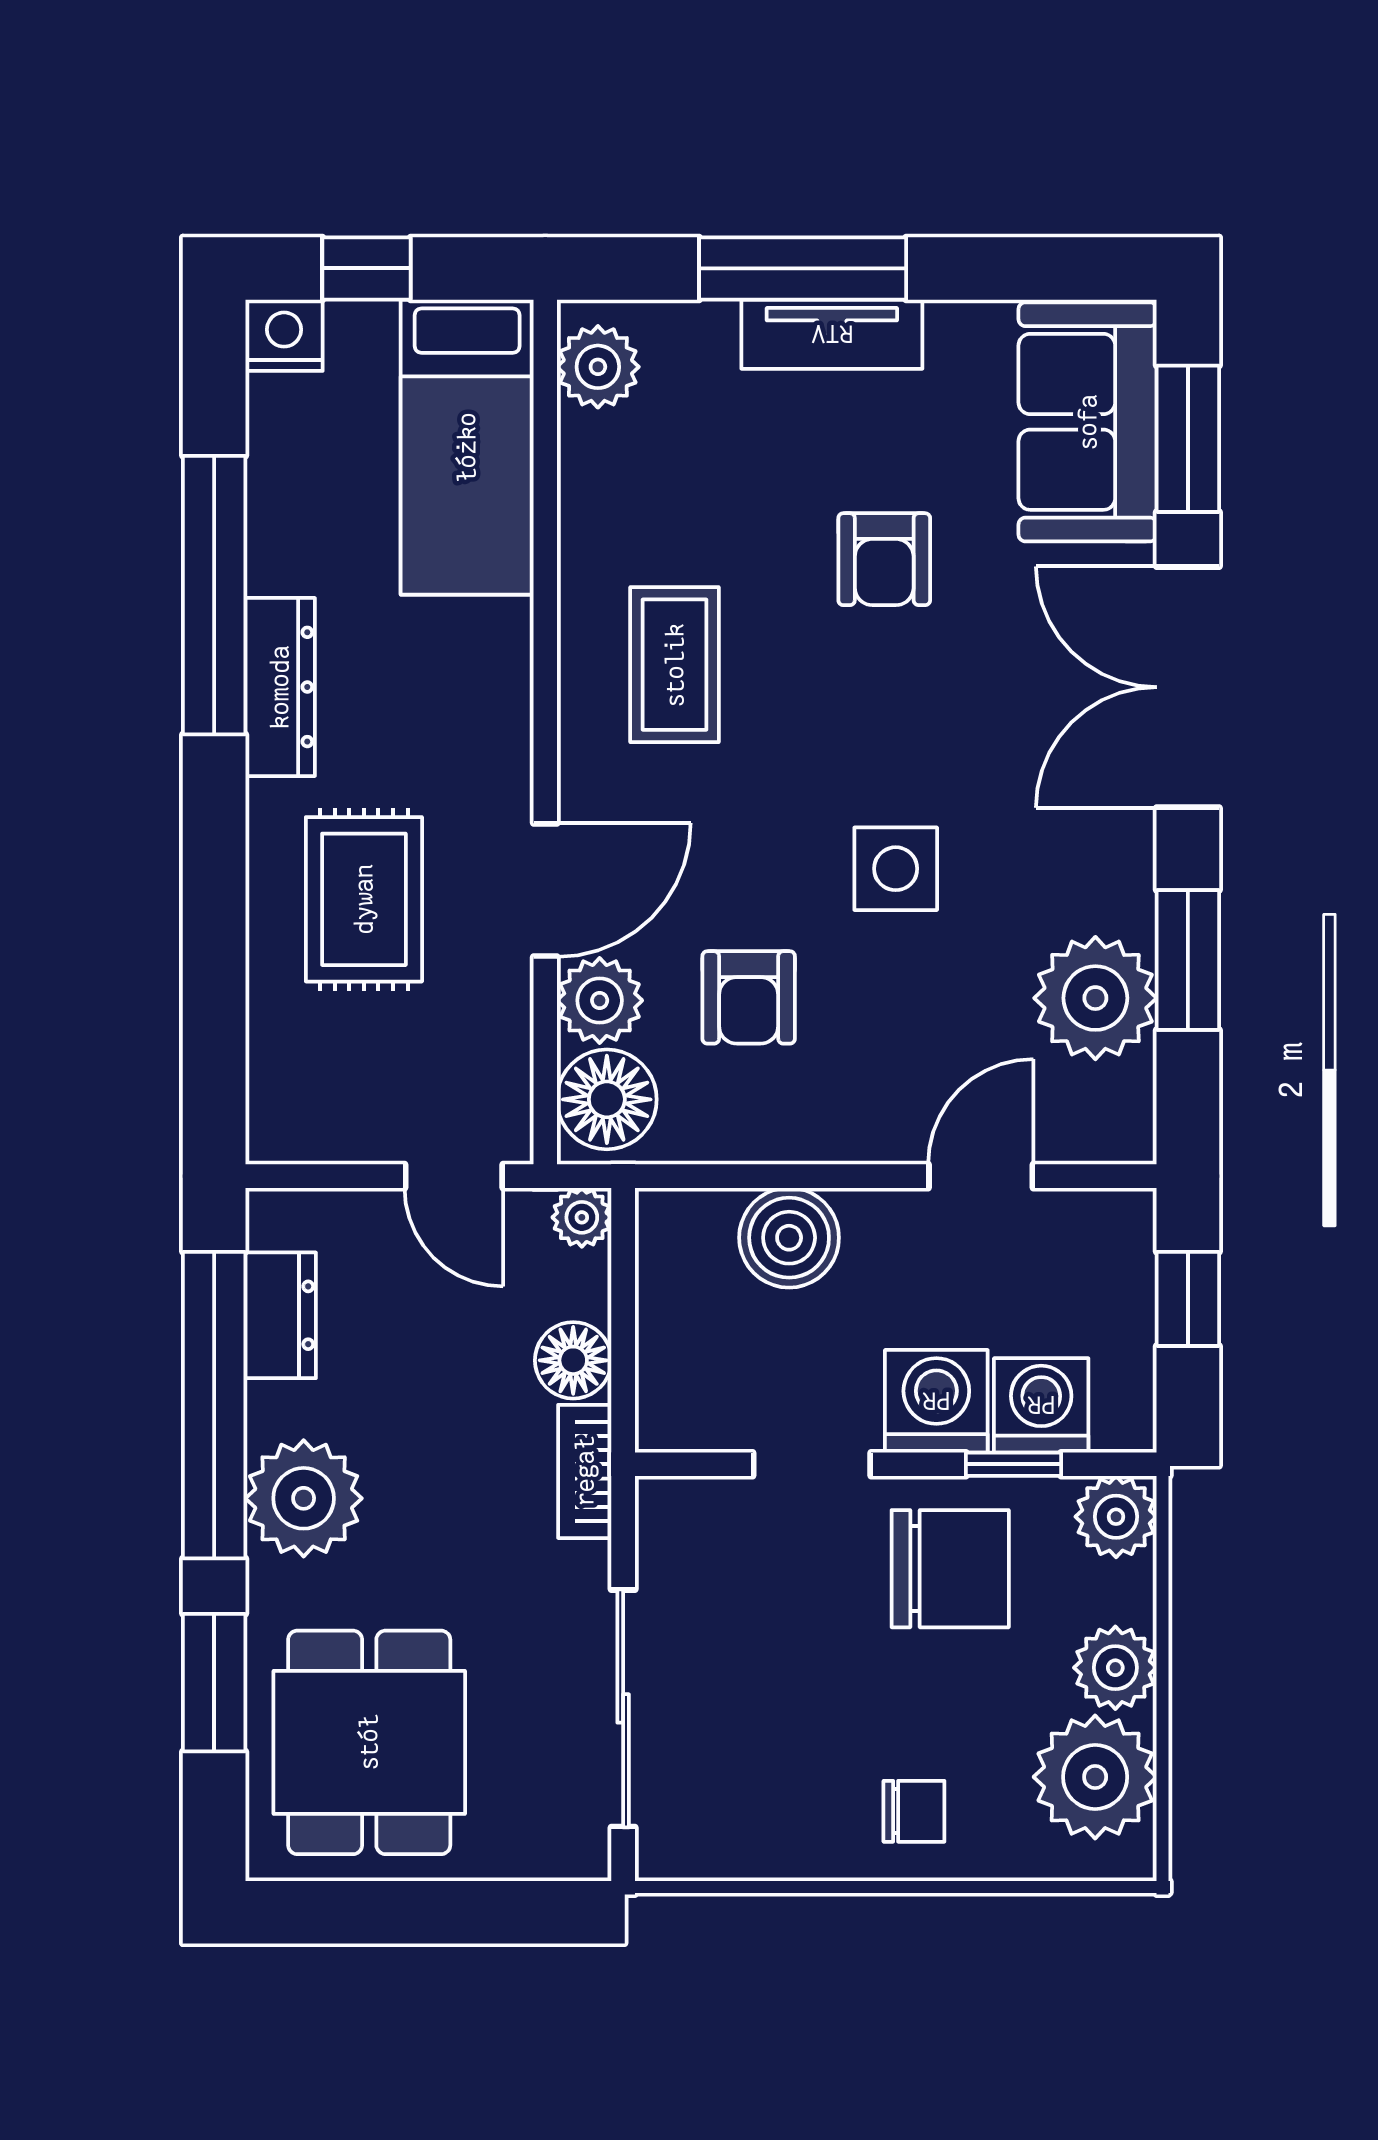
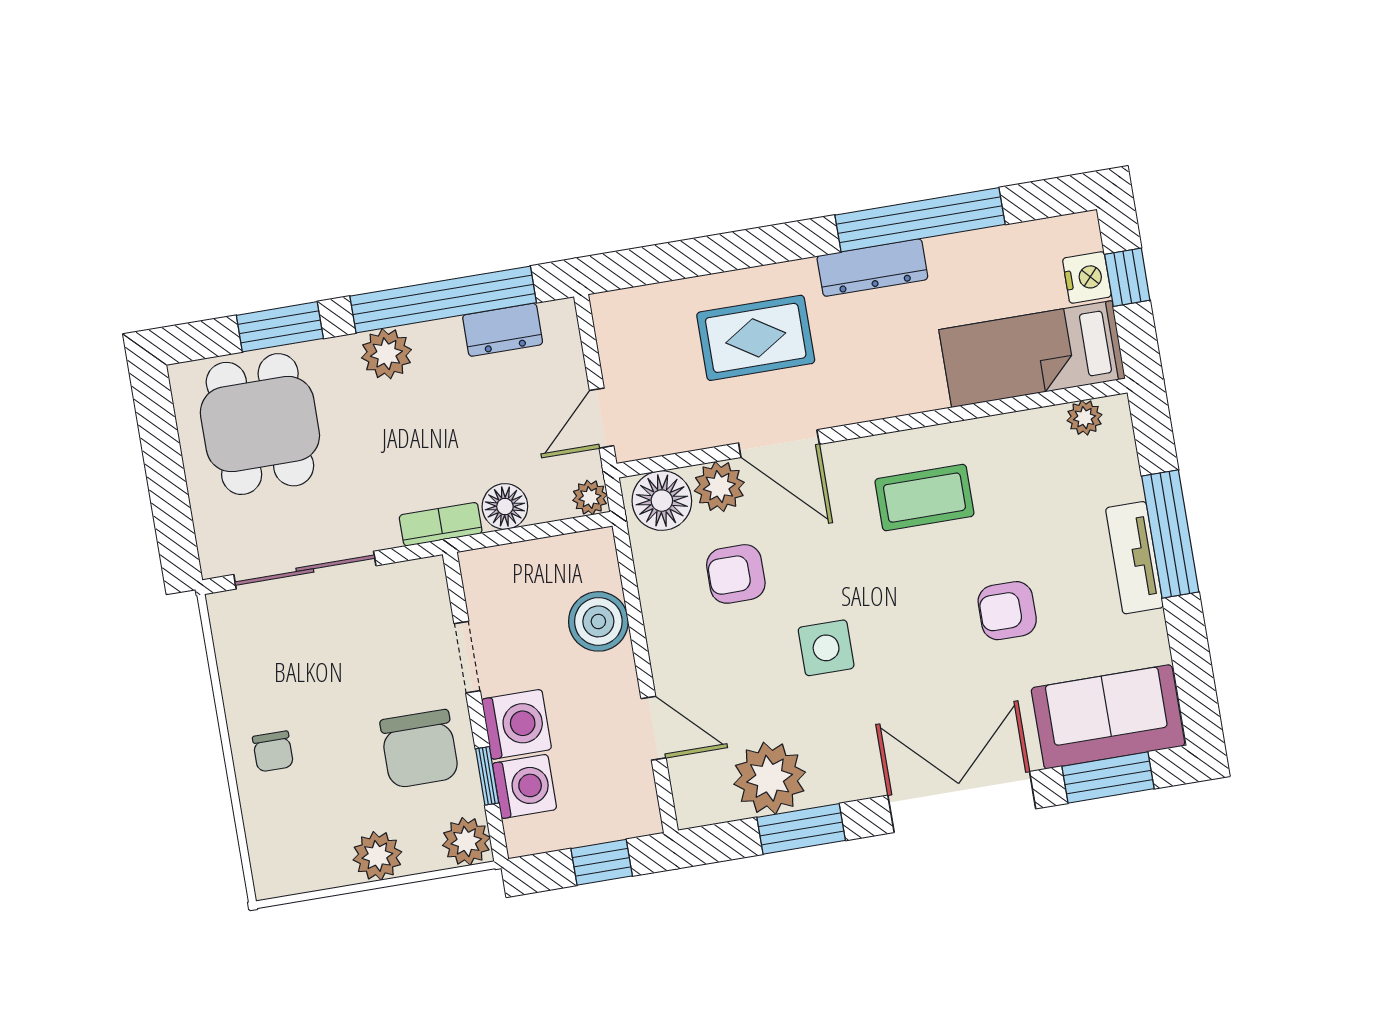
nightstand: (284, 335) -> (1087, 277), moved
plant: (598, 367) -> (1085, 418), width x0.73, depth x0.73
plant: (304, 1498) -> (386, 354), width x0.73, depth x0.73
dining table: (369, 1742) -> (260, 424), turned 90
plant: (1095, 1777) -> (311, 855), removed

